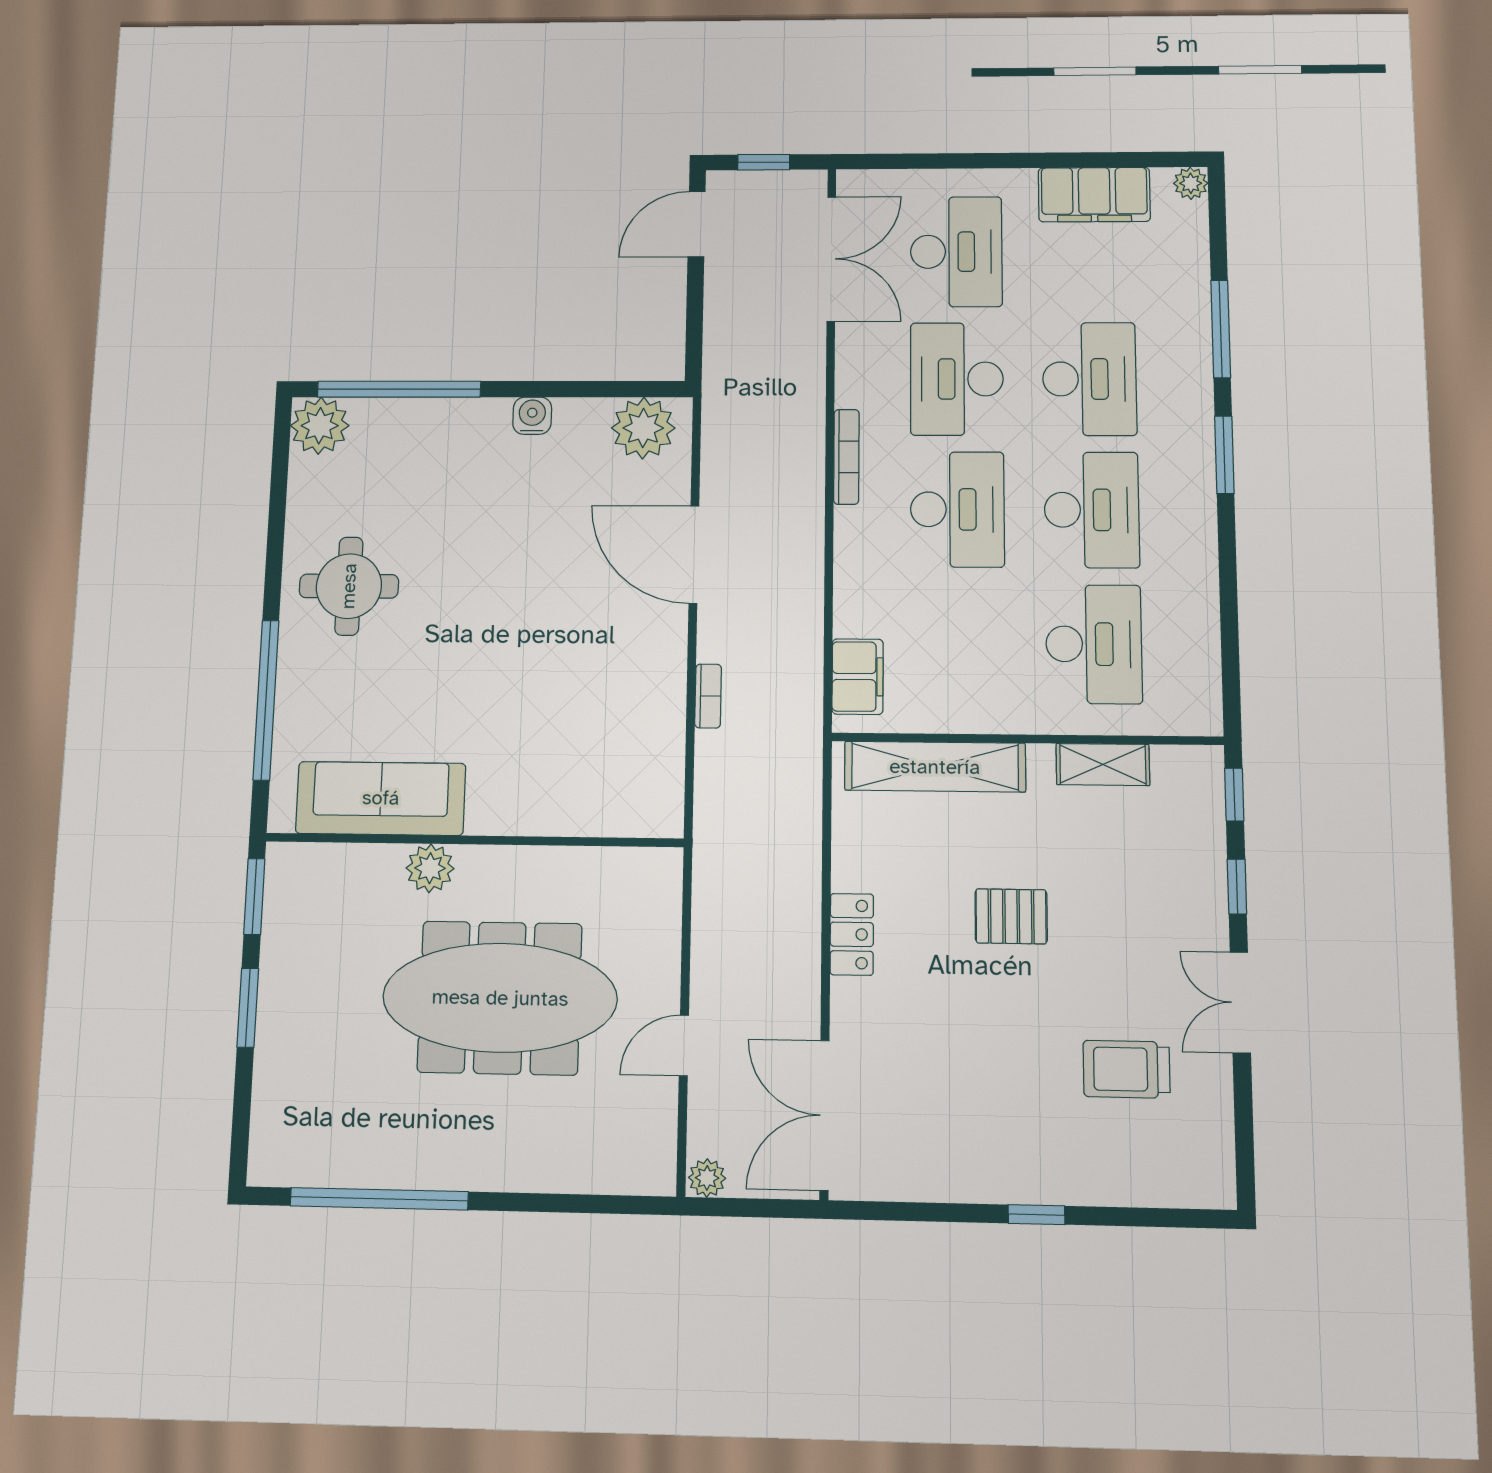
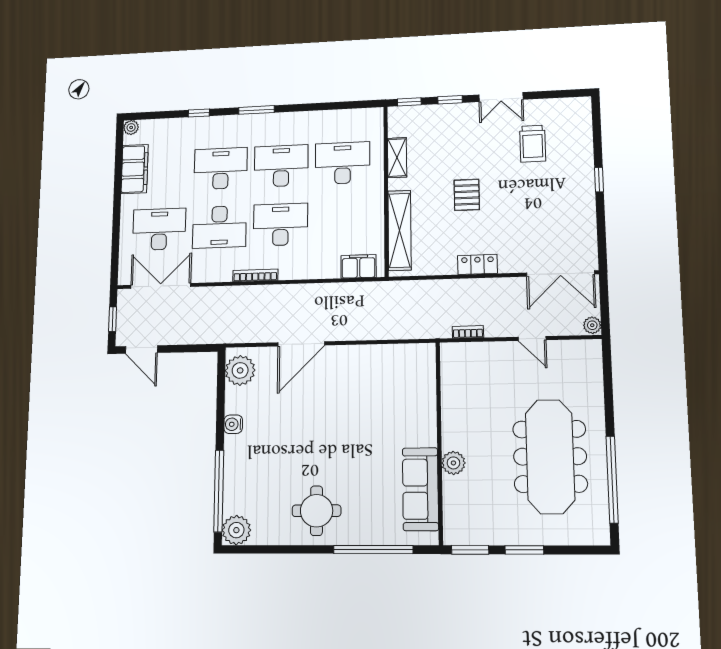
window: (1221, 329) -> (199, 113), width x0.46
bookcase: (708, 696) -> (468, 332), moved
meeting table: (500, 998) -> (550, 456), moved

